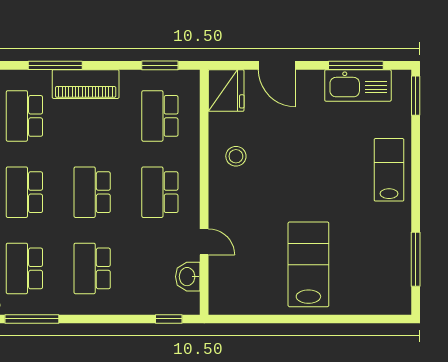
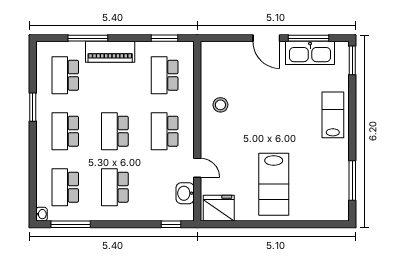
door: (277, 65) -> (266, 38), moved
fridge: (226, 91) -> (219, 208), moved, turned -90
lab bench: (308, 264) -> (274, 184), turned 180

